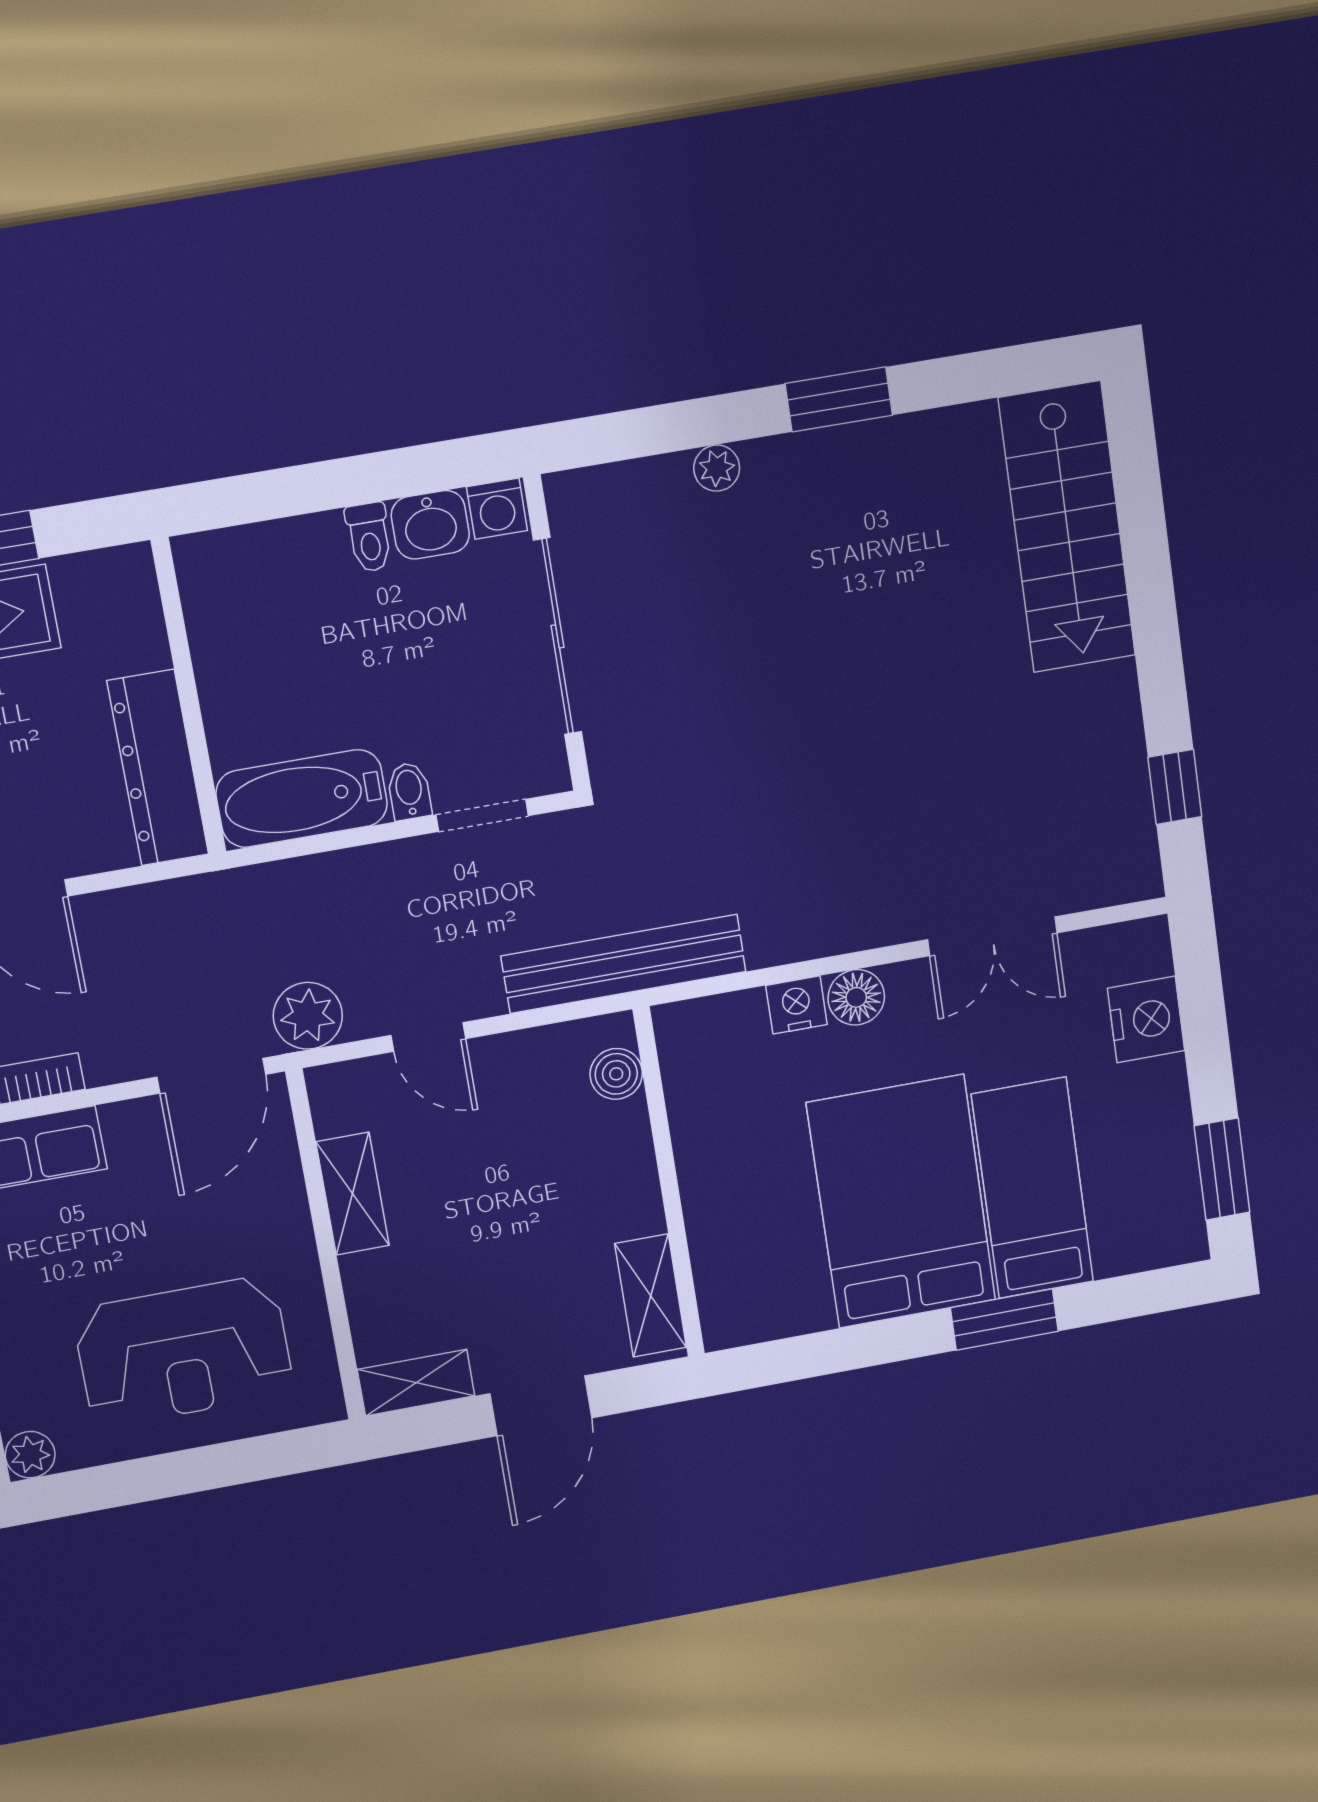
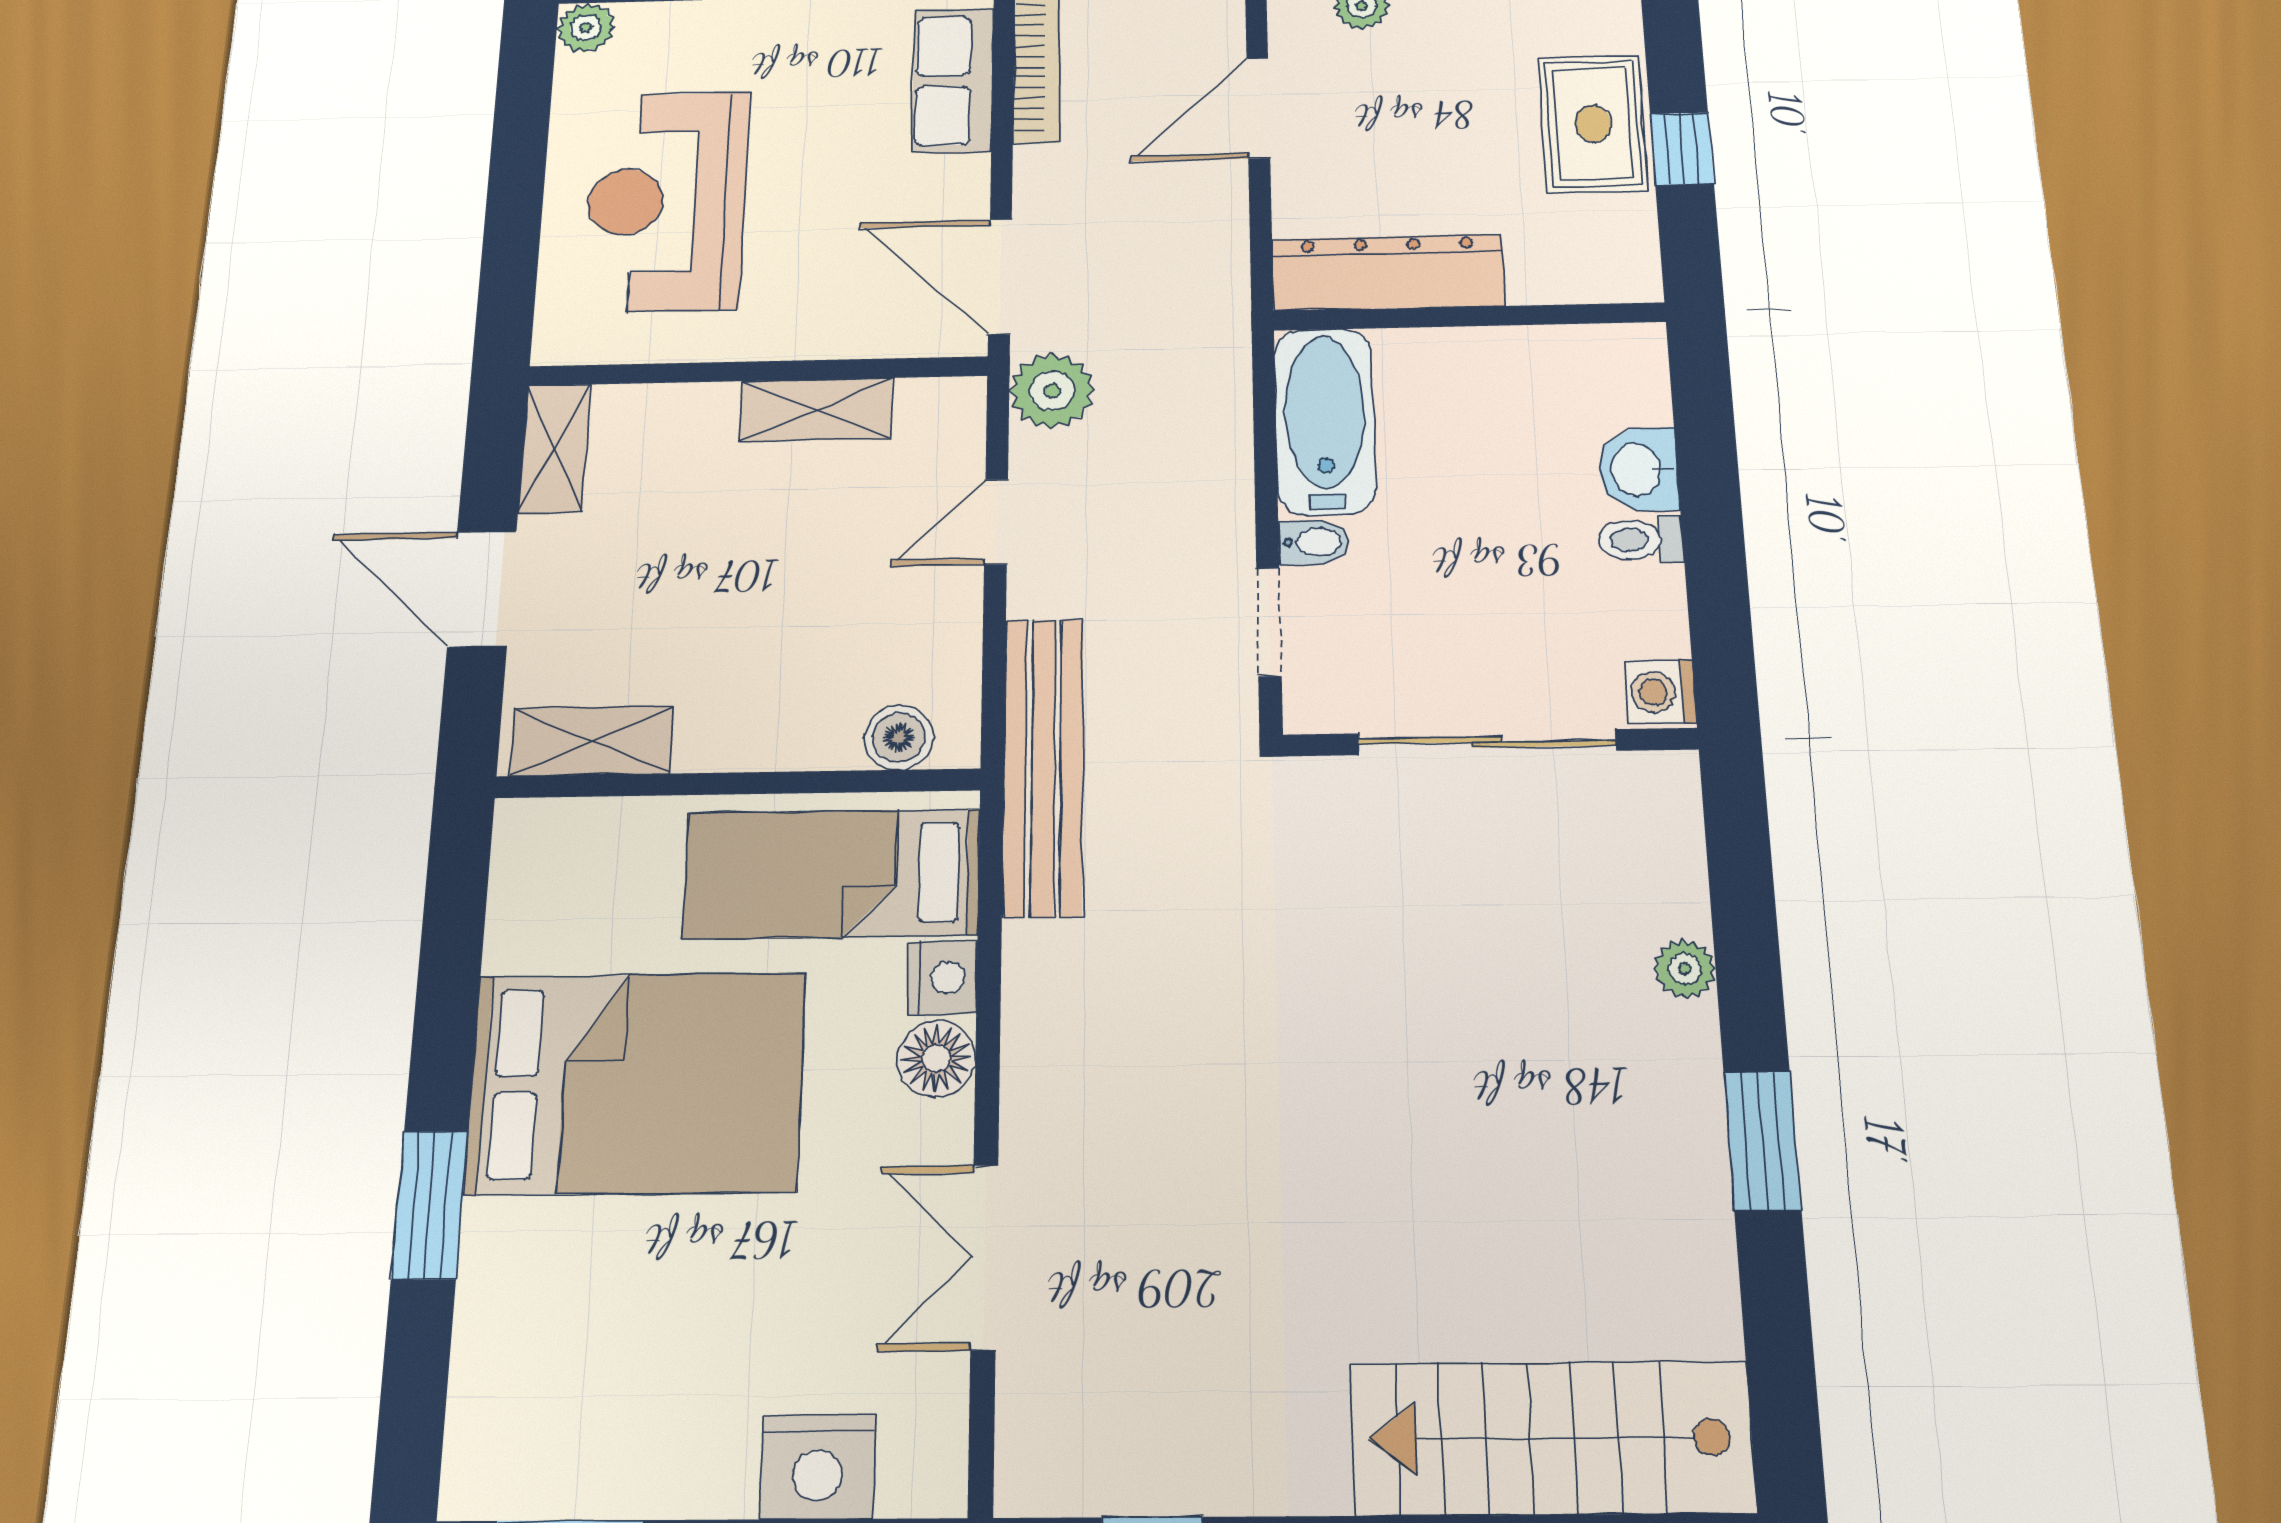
washbasin: (430, 525) -> (1638, 469), moved
bed: (1033, 1188) -> (832, 874), moved, turned 180

